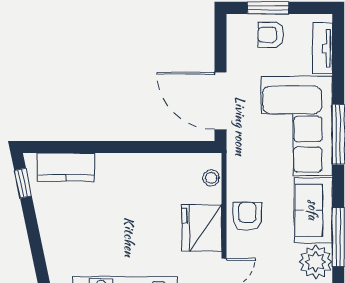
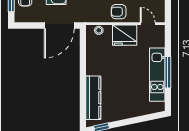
kitchen counter: (66, 167) -> (93, 98), width x1.50

